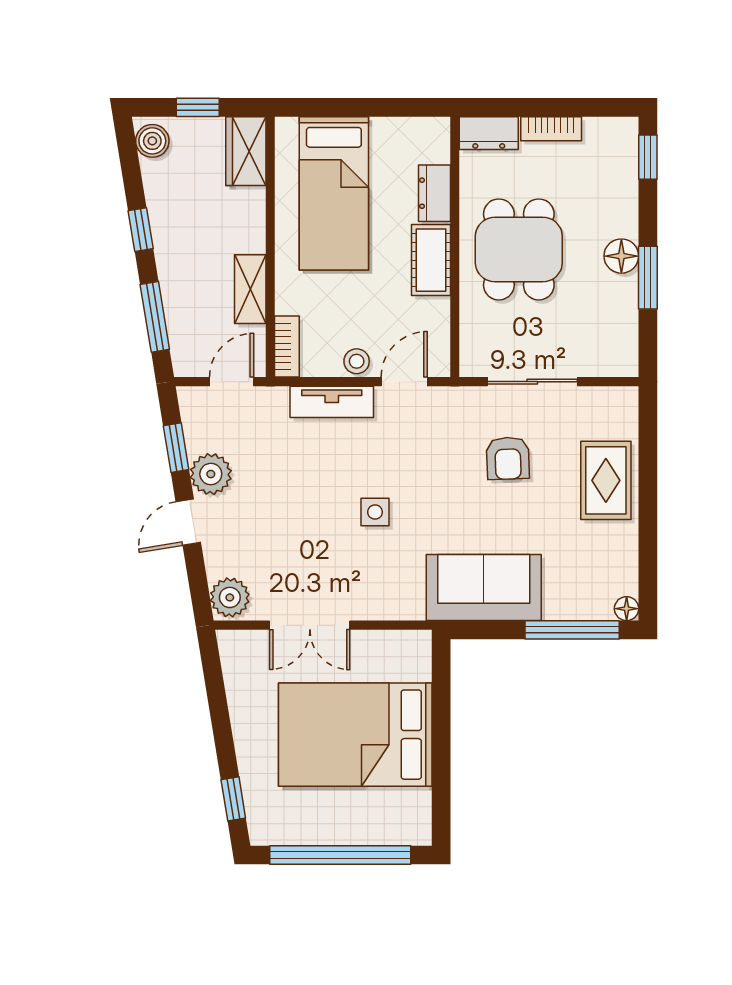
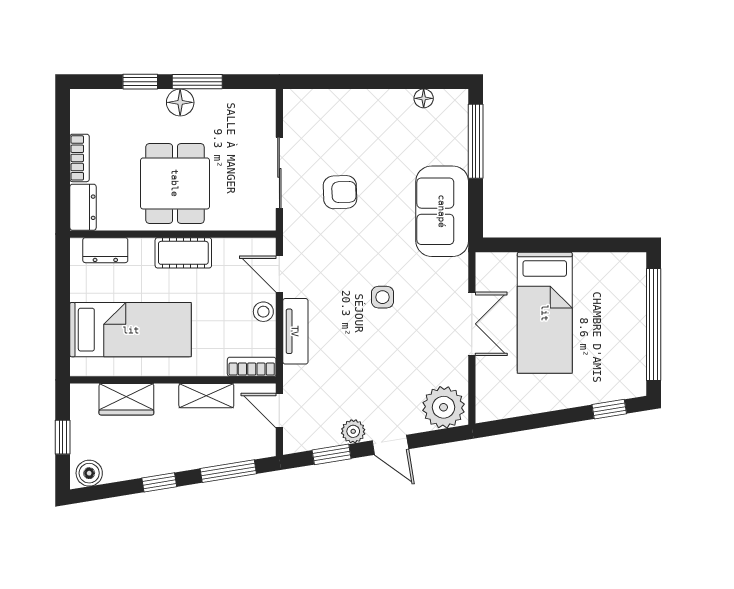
wardrobe: (246, 151) -> (126, 399), moved
window: (648, 157) -> (140, 82), moved
dresser: (434, 193) -> (105, 250), moved
dining table: (519, 249) -> (175, 183), turned 90
plant: (211, 474) -> (353, 431), width x0.73, depth x0.73
rug: (606, 480) -> (358, 115), removed
plant: (230, 597) -> (443, 407), width x1.36, depth x1.36
floor lamp: (627, 609) -> (424, 98), moved
double door: (310, 625) -> (472, 324), moved
bed: (355, 735) -> (545, 313), width x0.67

